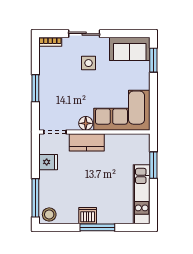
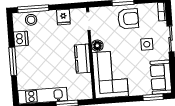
armchair: (56, 83) -> (128, 19), added
kitchen counter: (87, 142) -> (83, 59), moved
stool: (49, 214) -> (31, 20), moved
dishwasher: (88, 216) -> (21, 39), moved

